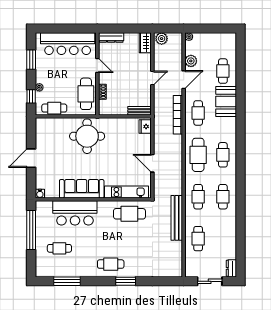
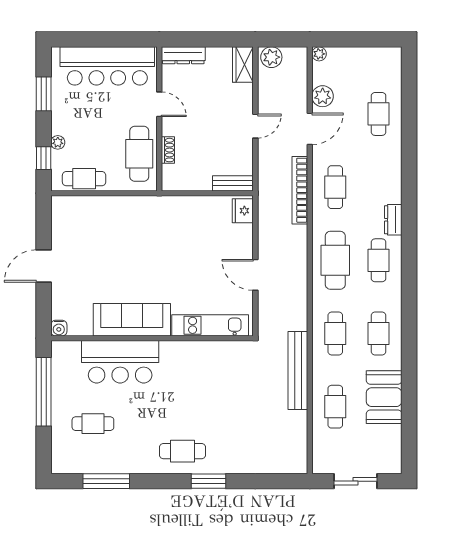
booth: (226, 102) -> (384, 397), moved
round table: (87, 136) -> (141, 228), removed
cafe table: (129, 214) -> (215, 363), removed
dresser: (231, 268) -> (393, 220), moved

